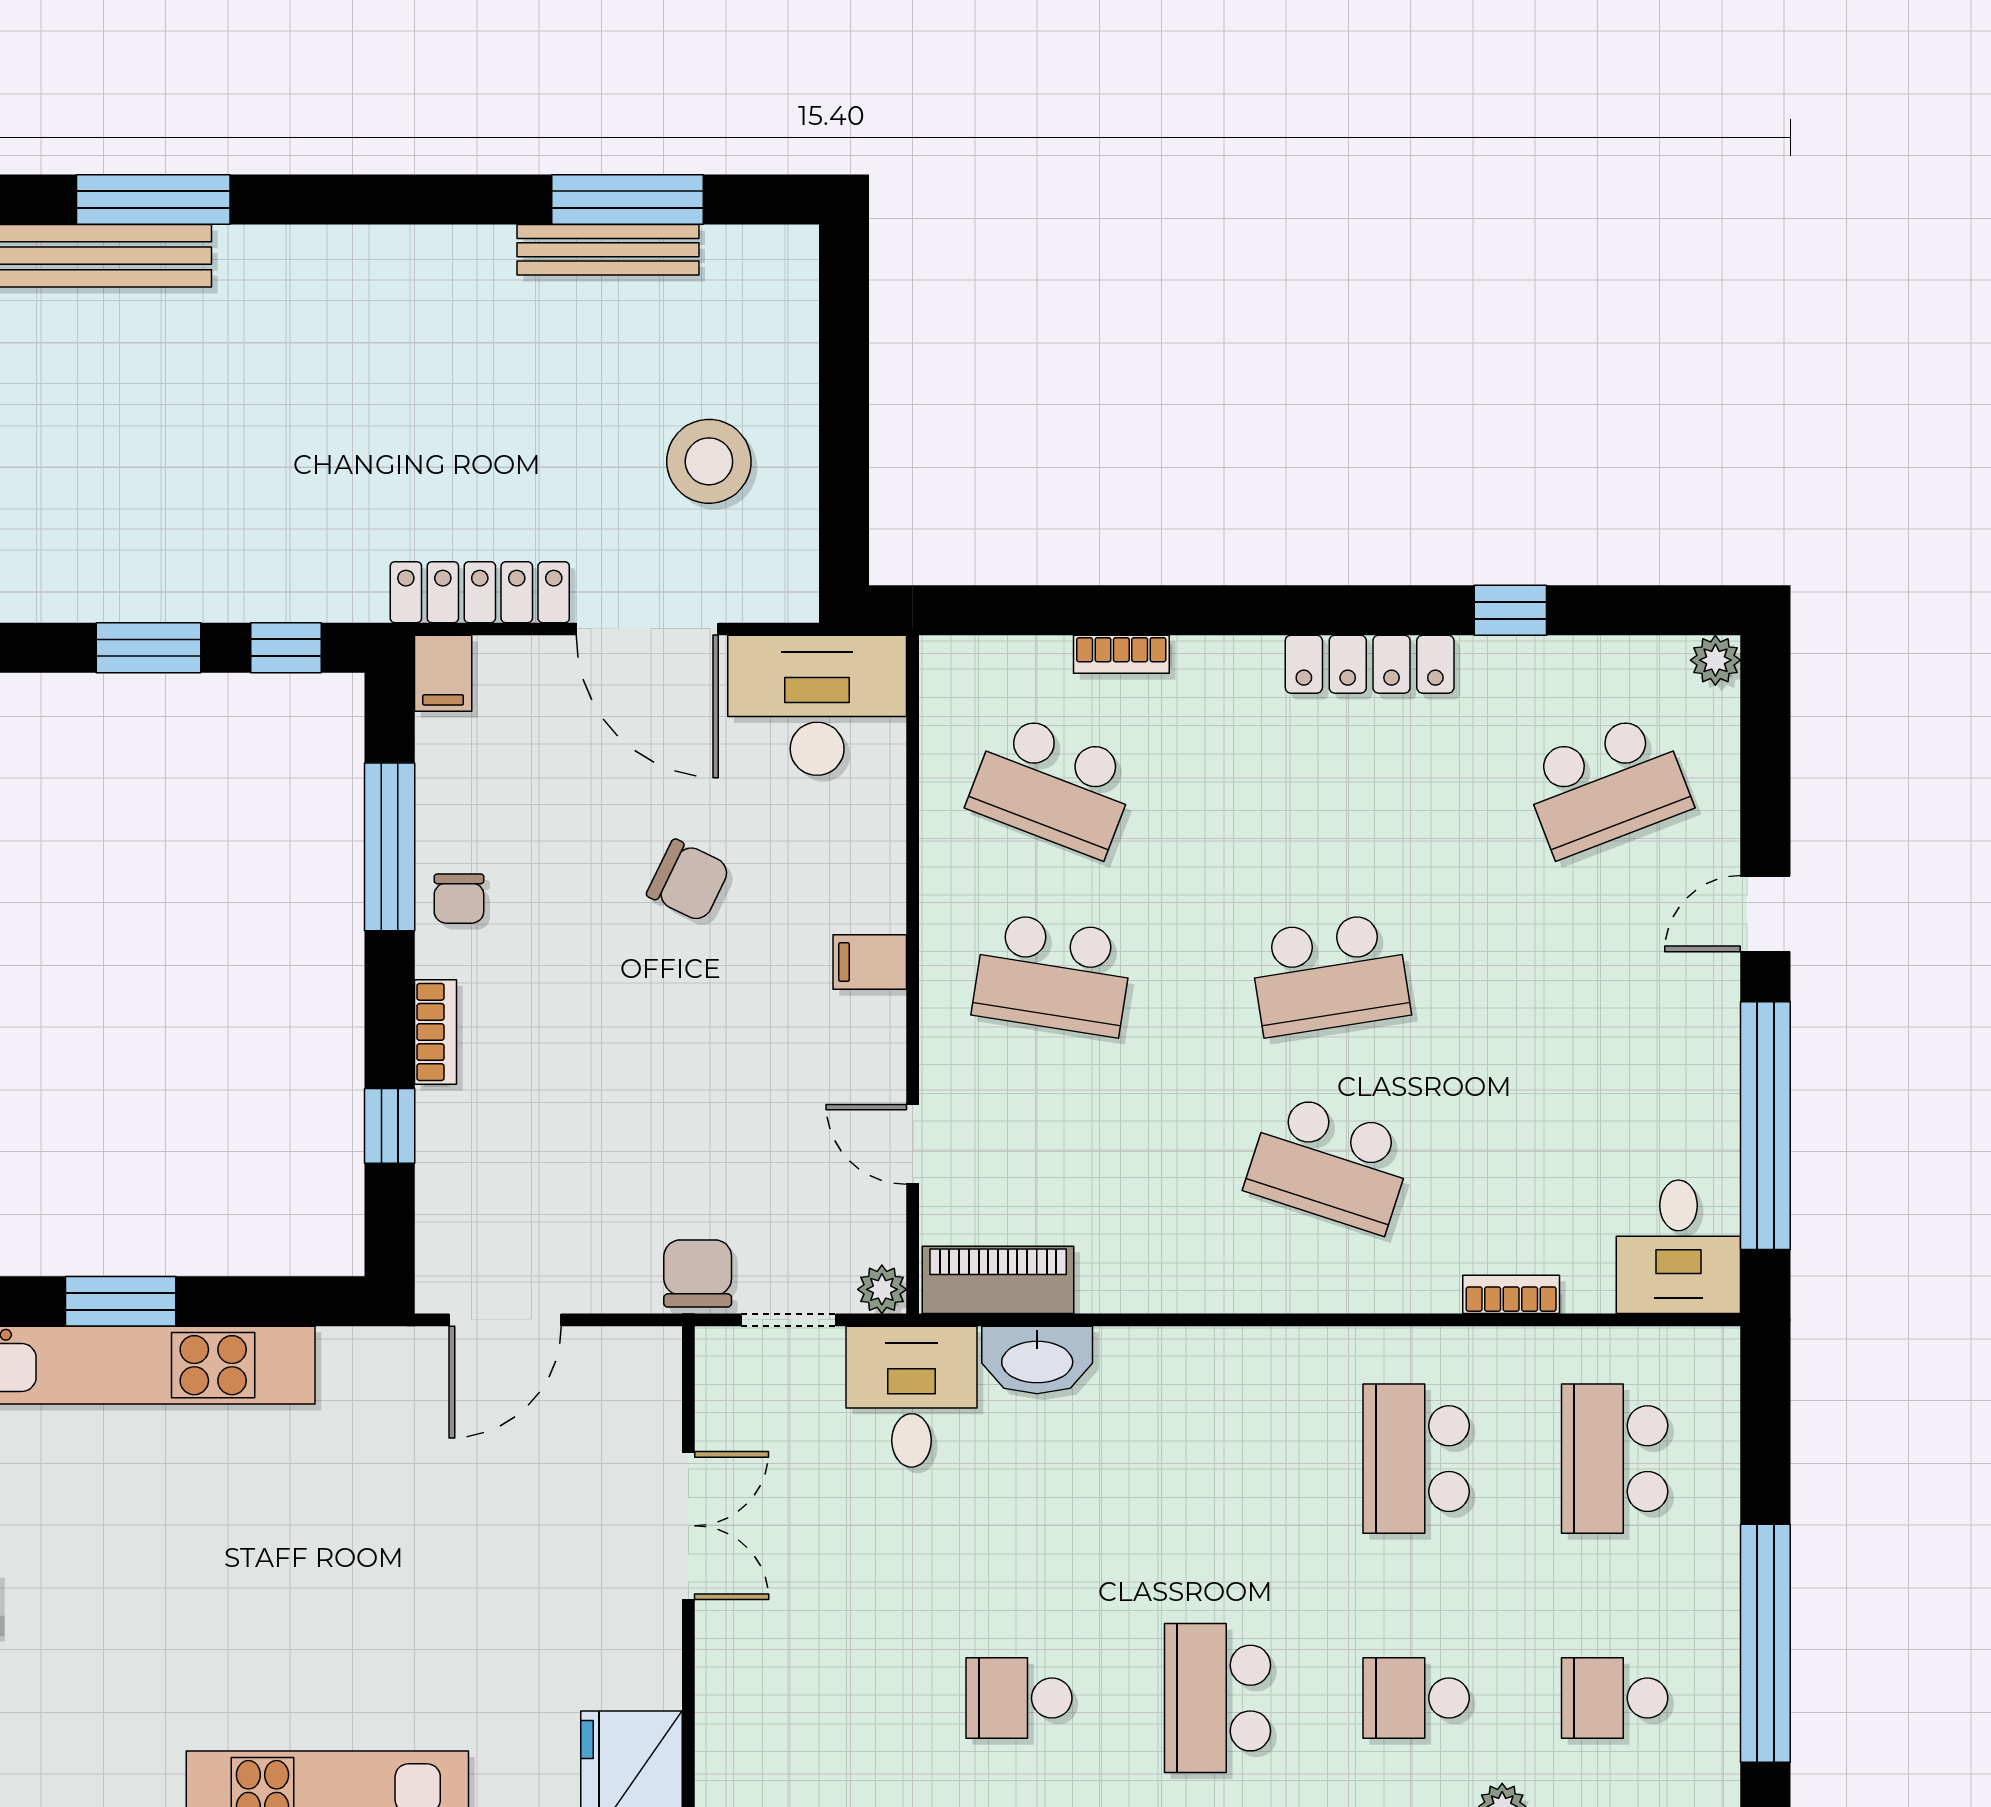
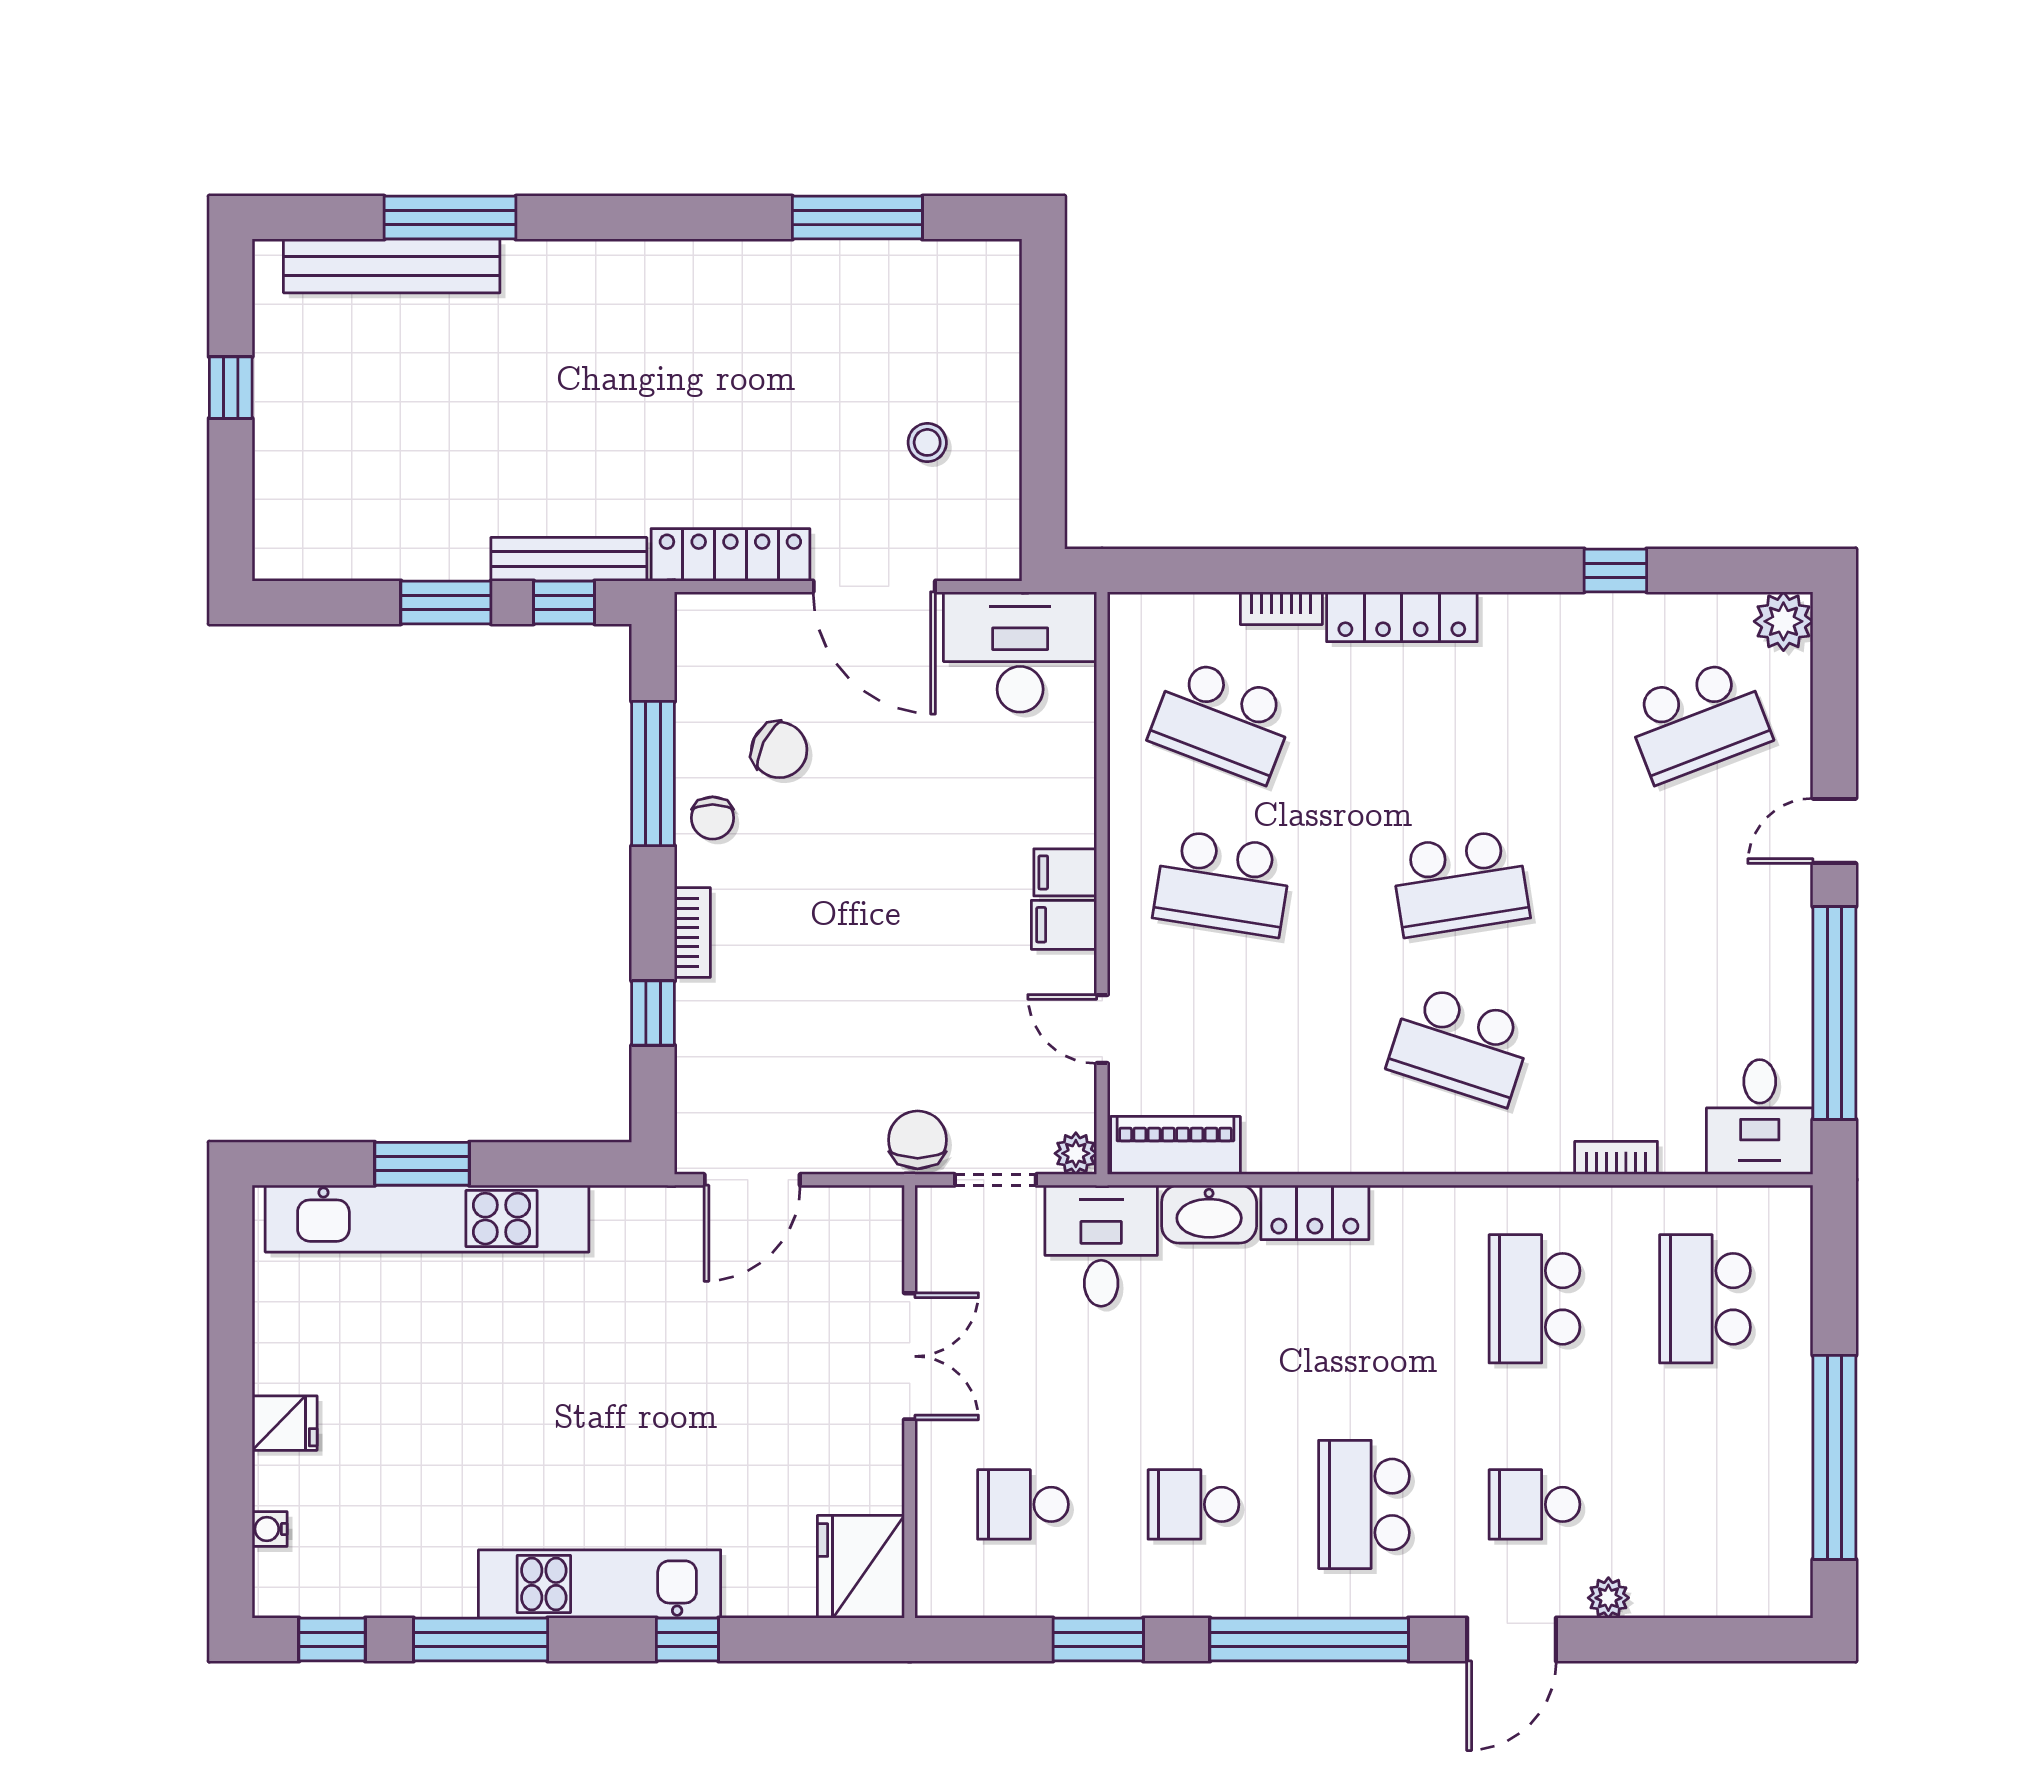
bench: (608, 250) -> (569, 559), moved
stool: (709, 461) -> (927, 442), width x0.53, depth x0.53
plant: (1715, 660) -> (1783, 621), width x1.38, depth x1.38
locker: (1370, 664) -> (1402, 617), moved
filing cabinet: (443, 673) -> (1064, 925), moved, turned 90
chair: (688, 881) -> (779, 750), moved
locker: (1160, 1358) -> (1315, 1212), added
school desk: (1615, 1698) -> (1023, 1504), moved

